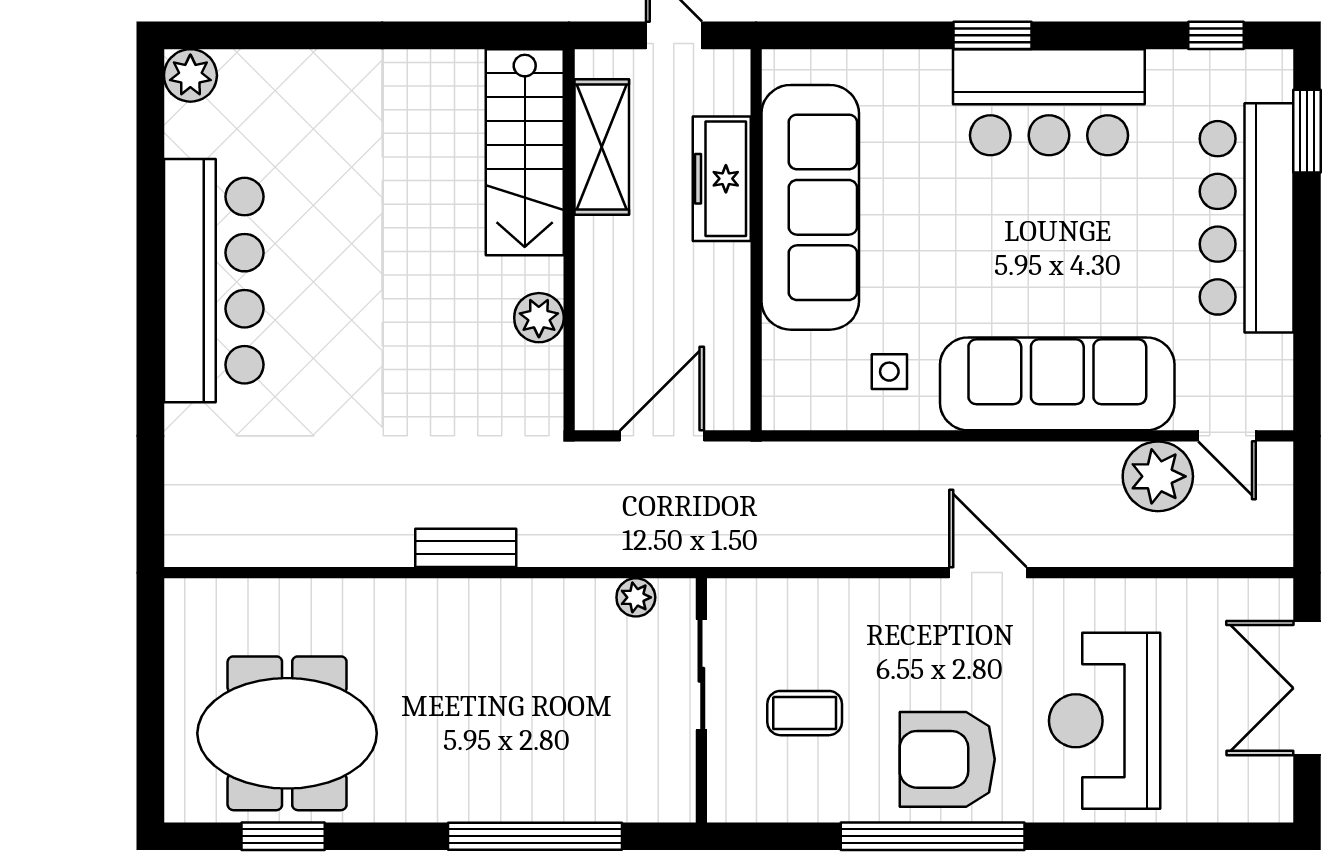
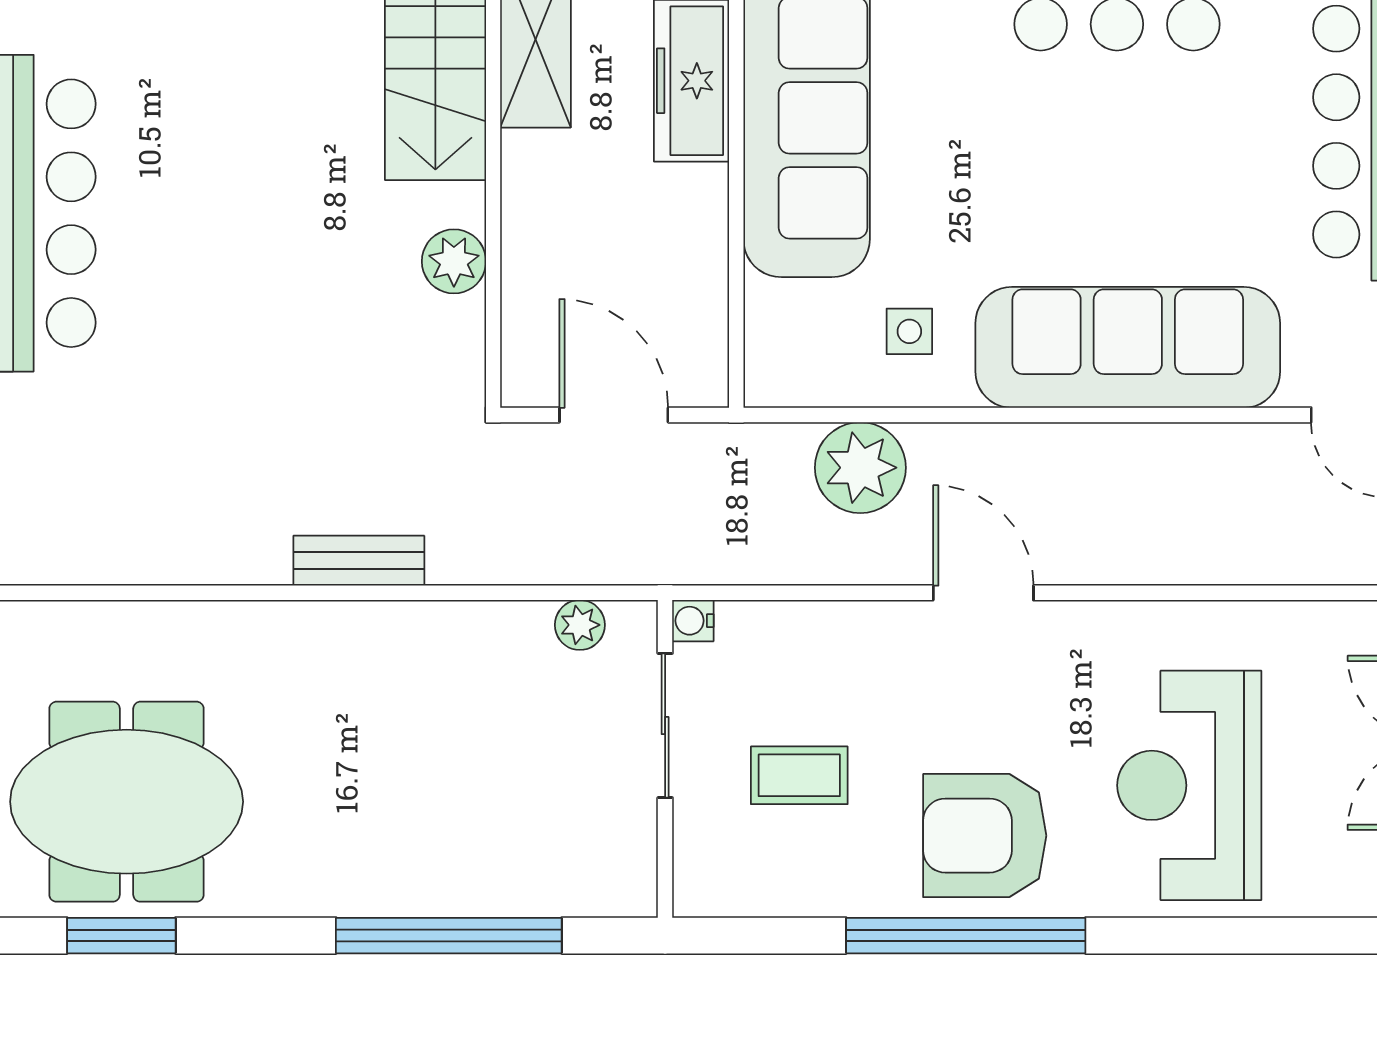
door: (662, 436) -> (614, 415), hinge flipped
plant: (1158, 476) -> (860, 468), moved
door: (988, 573) -> (983, 593), moved
water cooler: (723, 594) -> (693, 621), added

